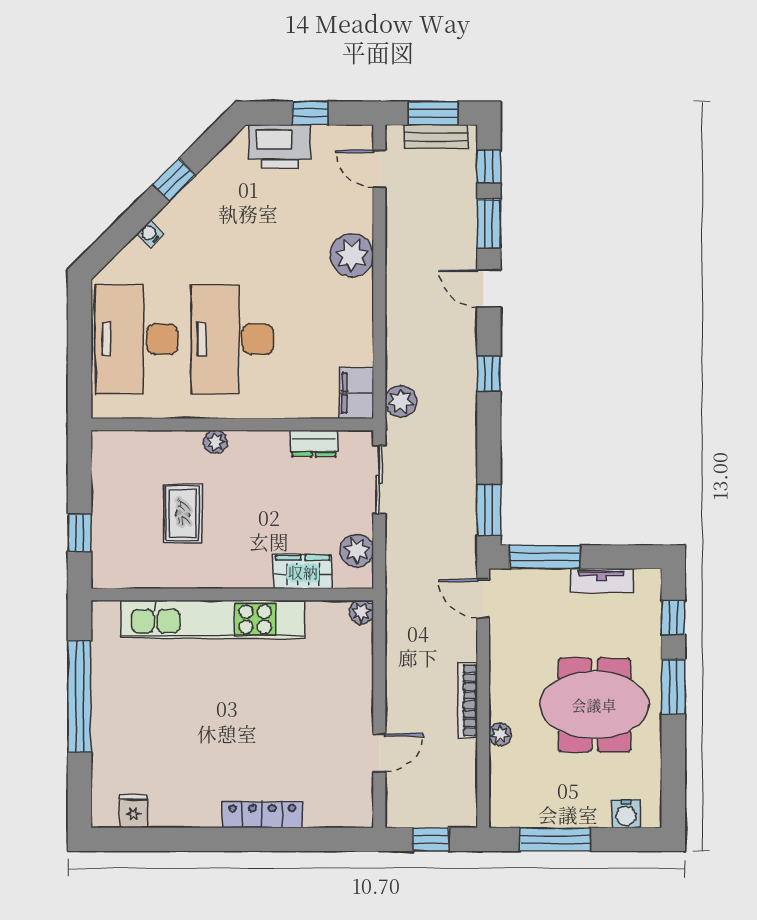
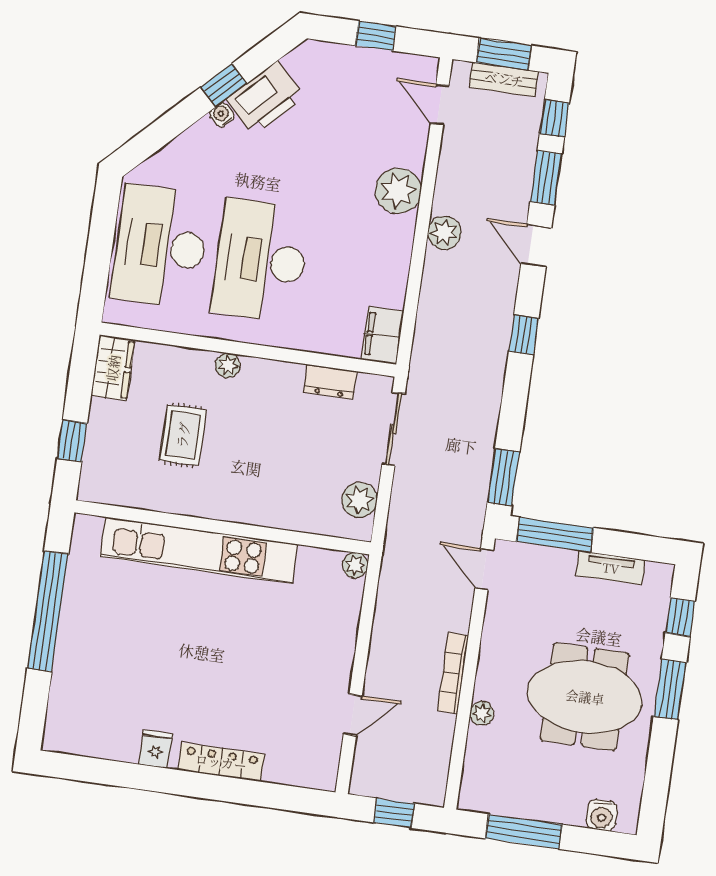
printer: (280, 147) -> (266, 98), moved, turned -45
water cooler: (150, 234) -> (222, 115), moved
plant: (401, 401) -> (444, 233), moved
wardrobe: (303, 572) -> (113, 368), moved, turned 90
fridge: (133, 811) -> (156, 749), moved

